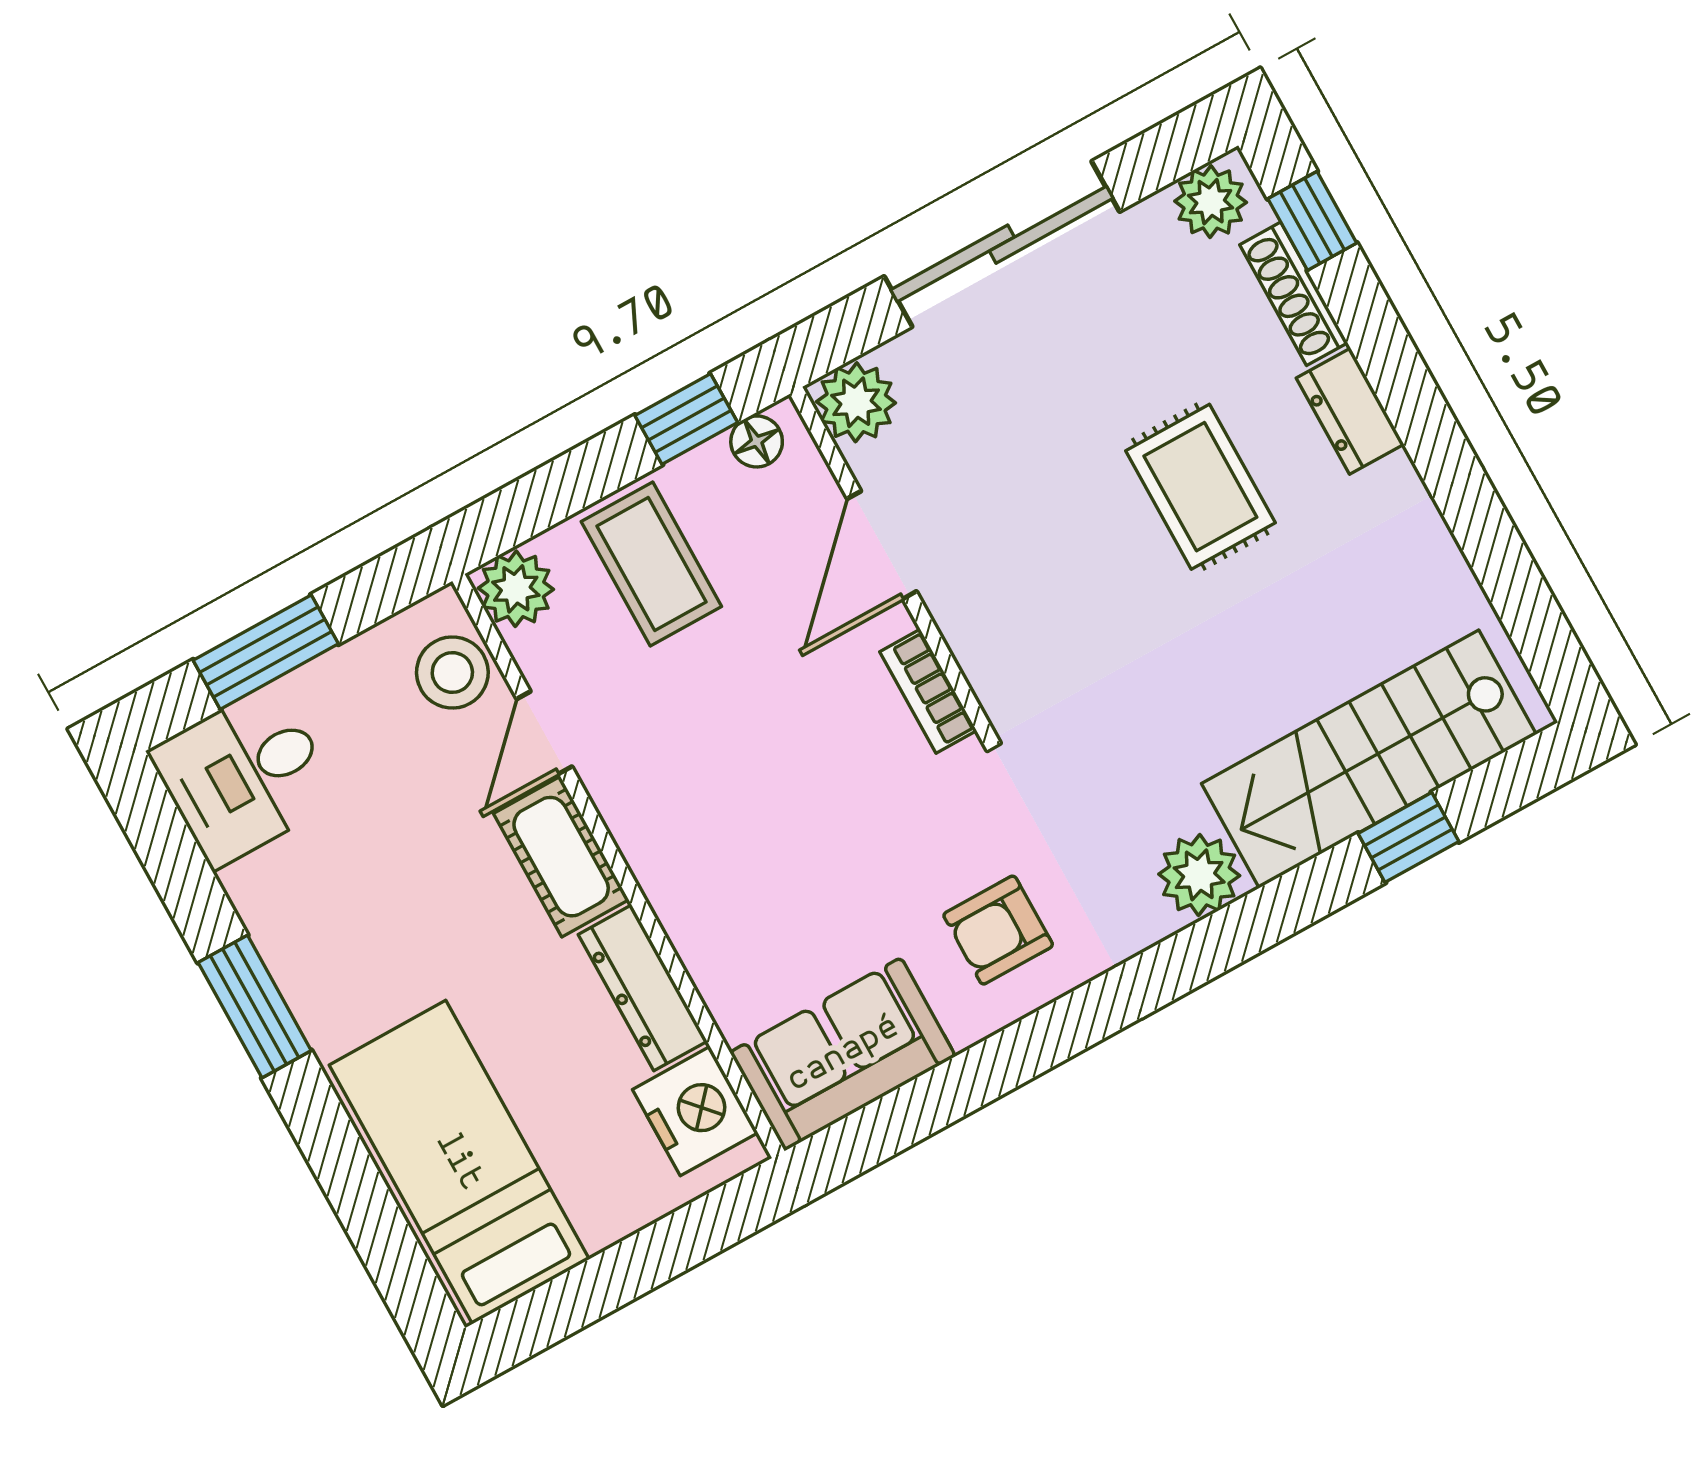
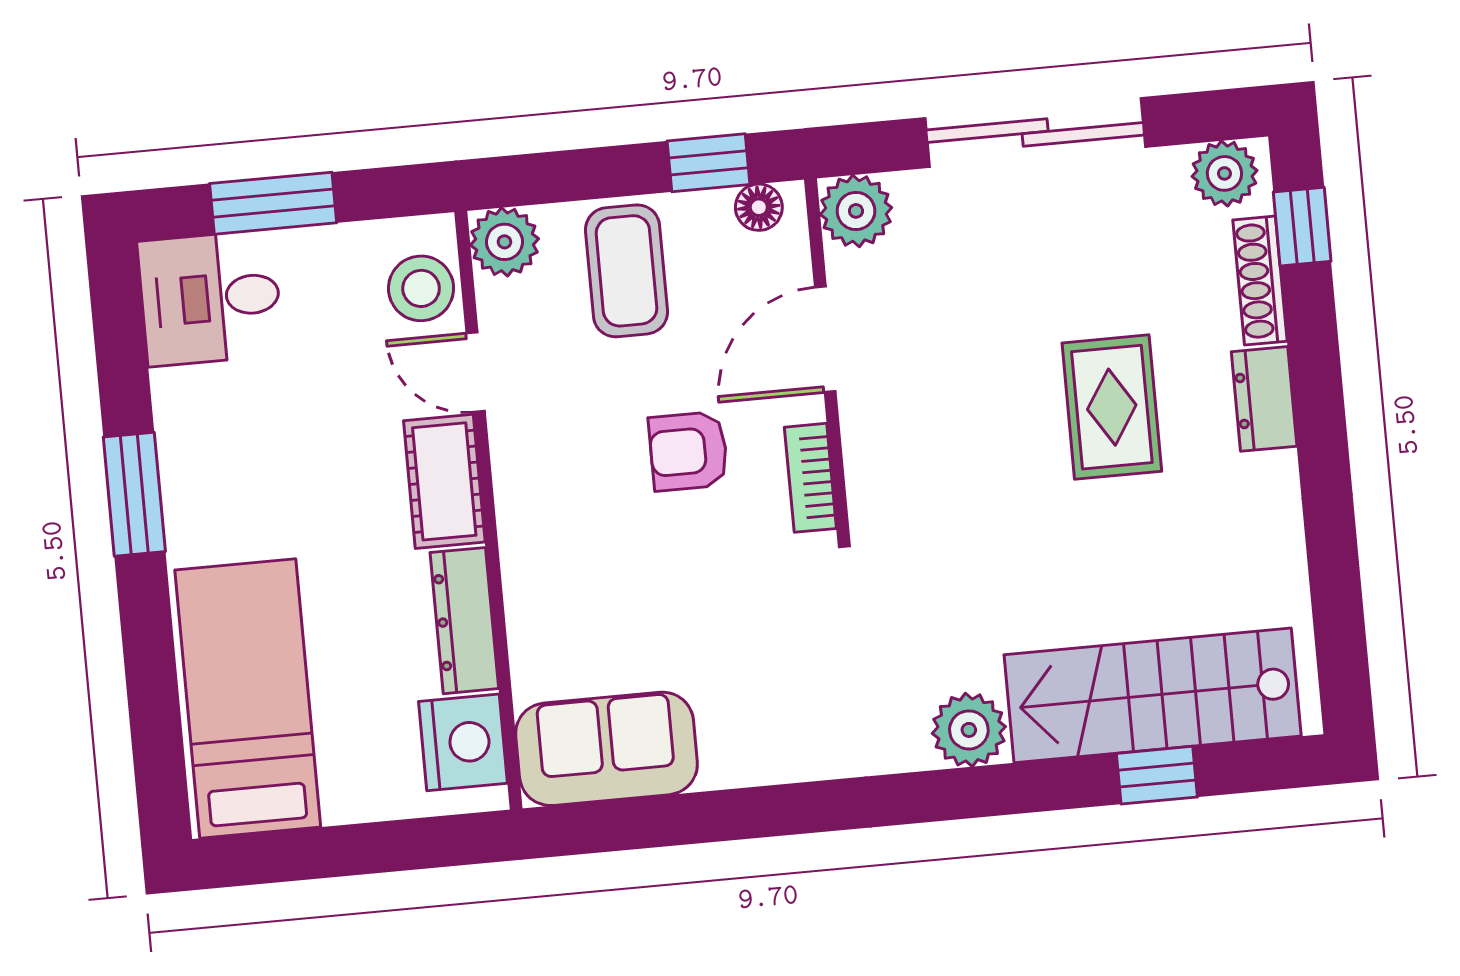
door: (544, 733) -> (476, 372), hinge flipped
armchair: (998, 930) -> (688, 451), moved

